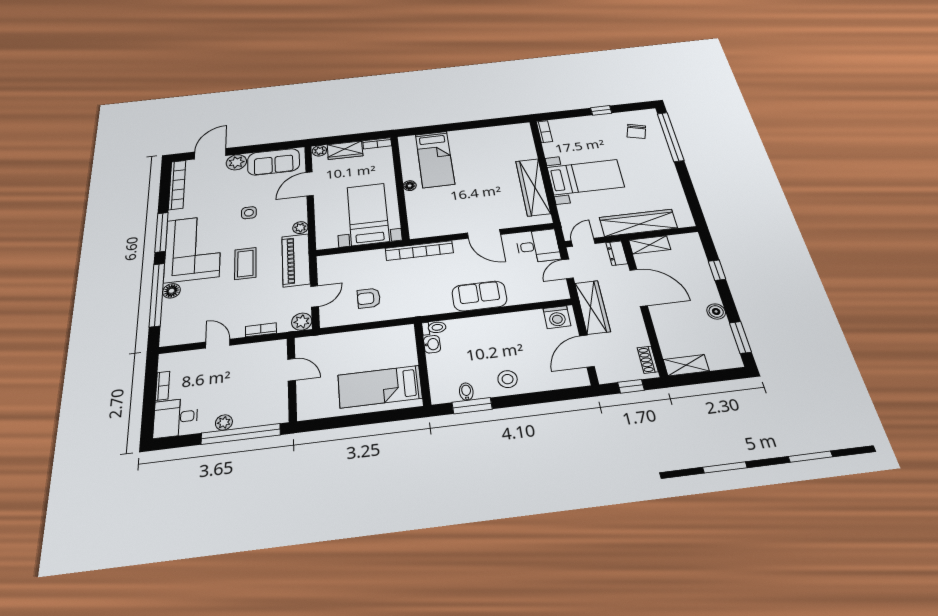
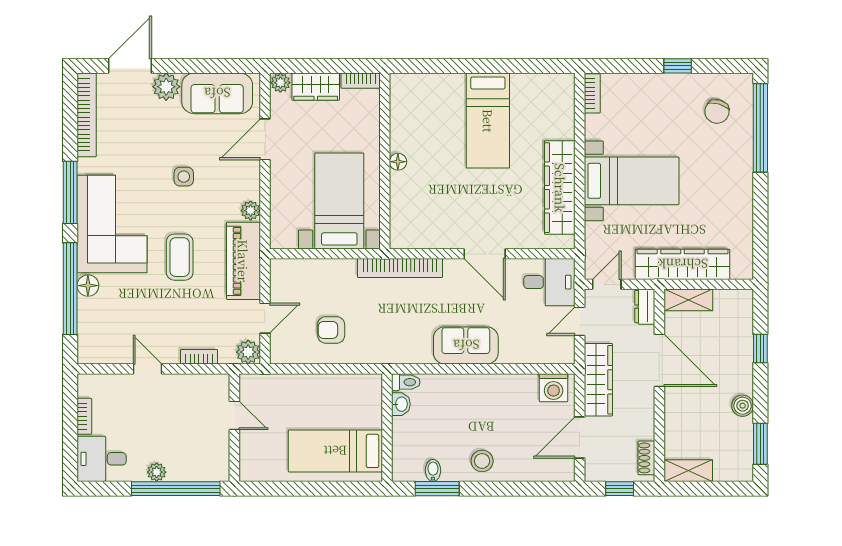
bed: (435, 159) -> (488, 121), moved

